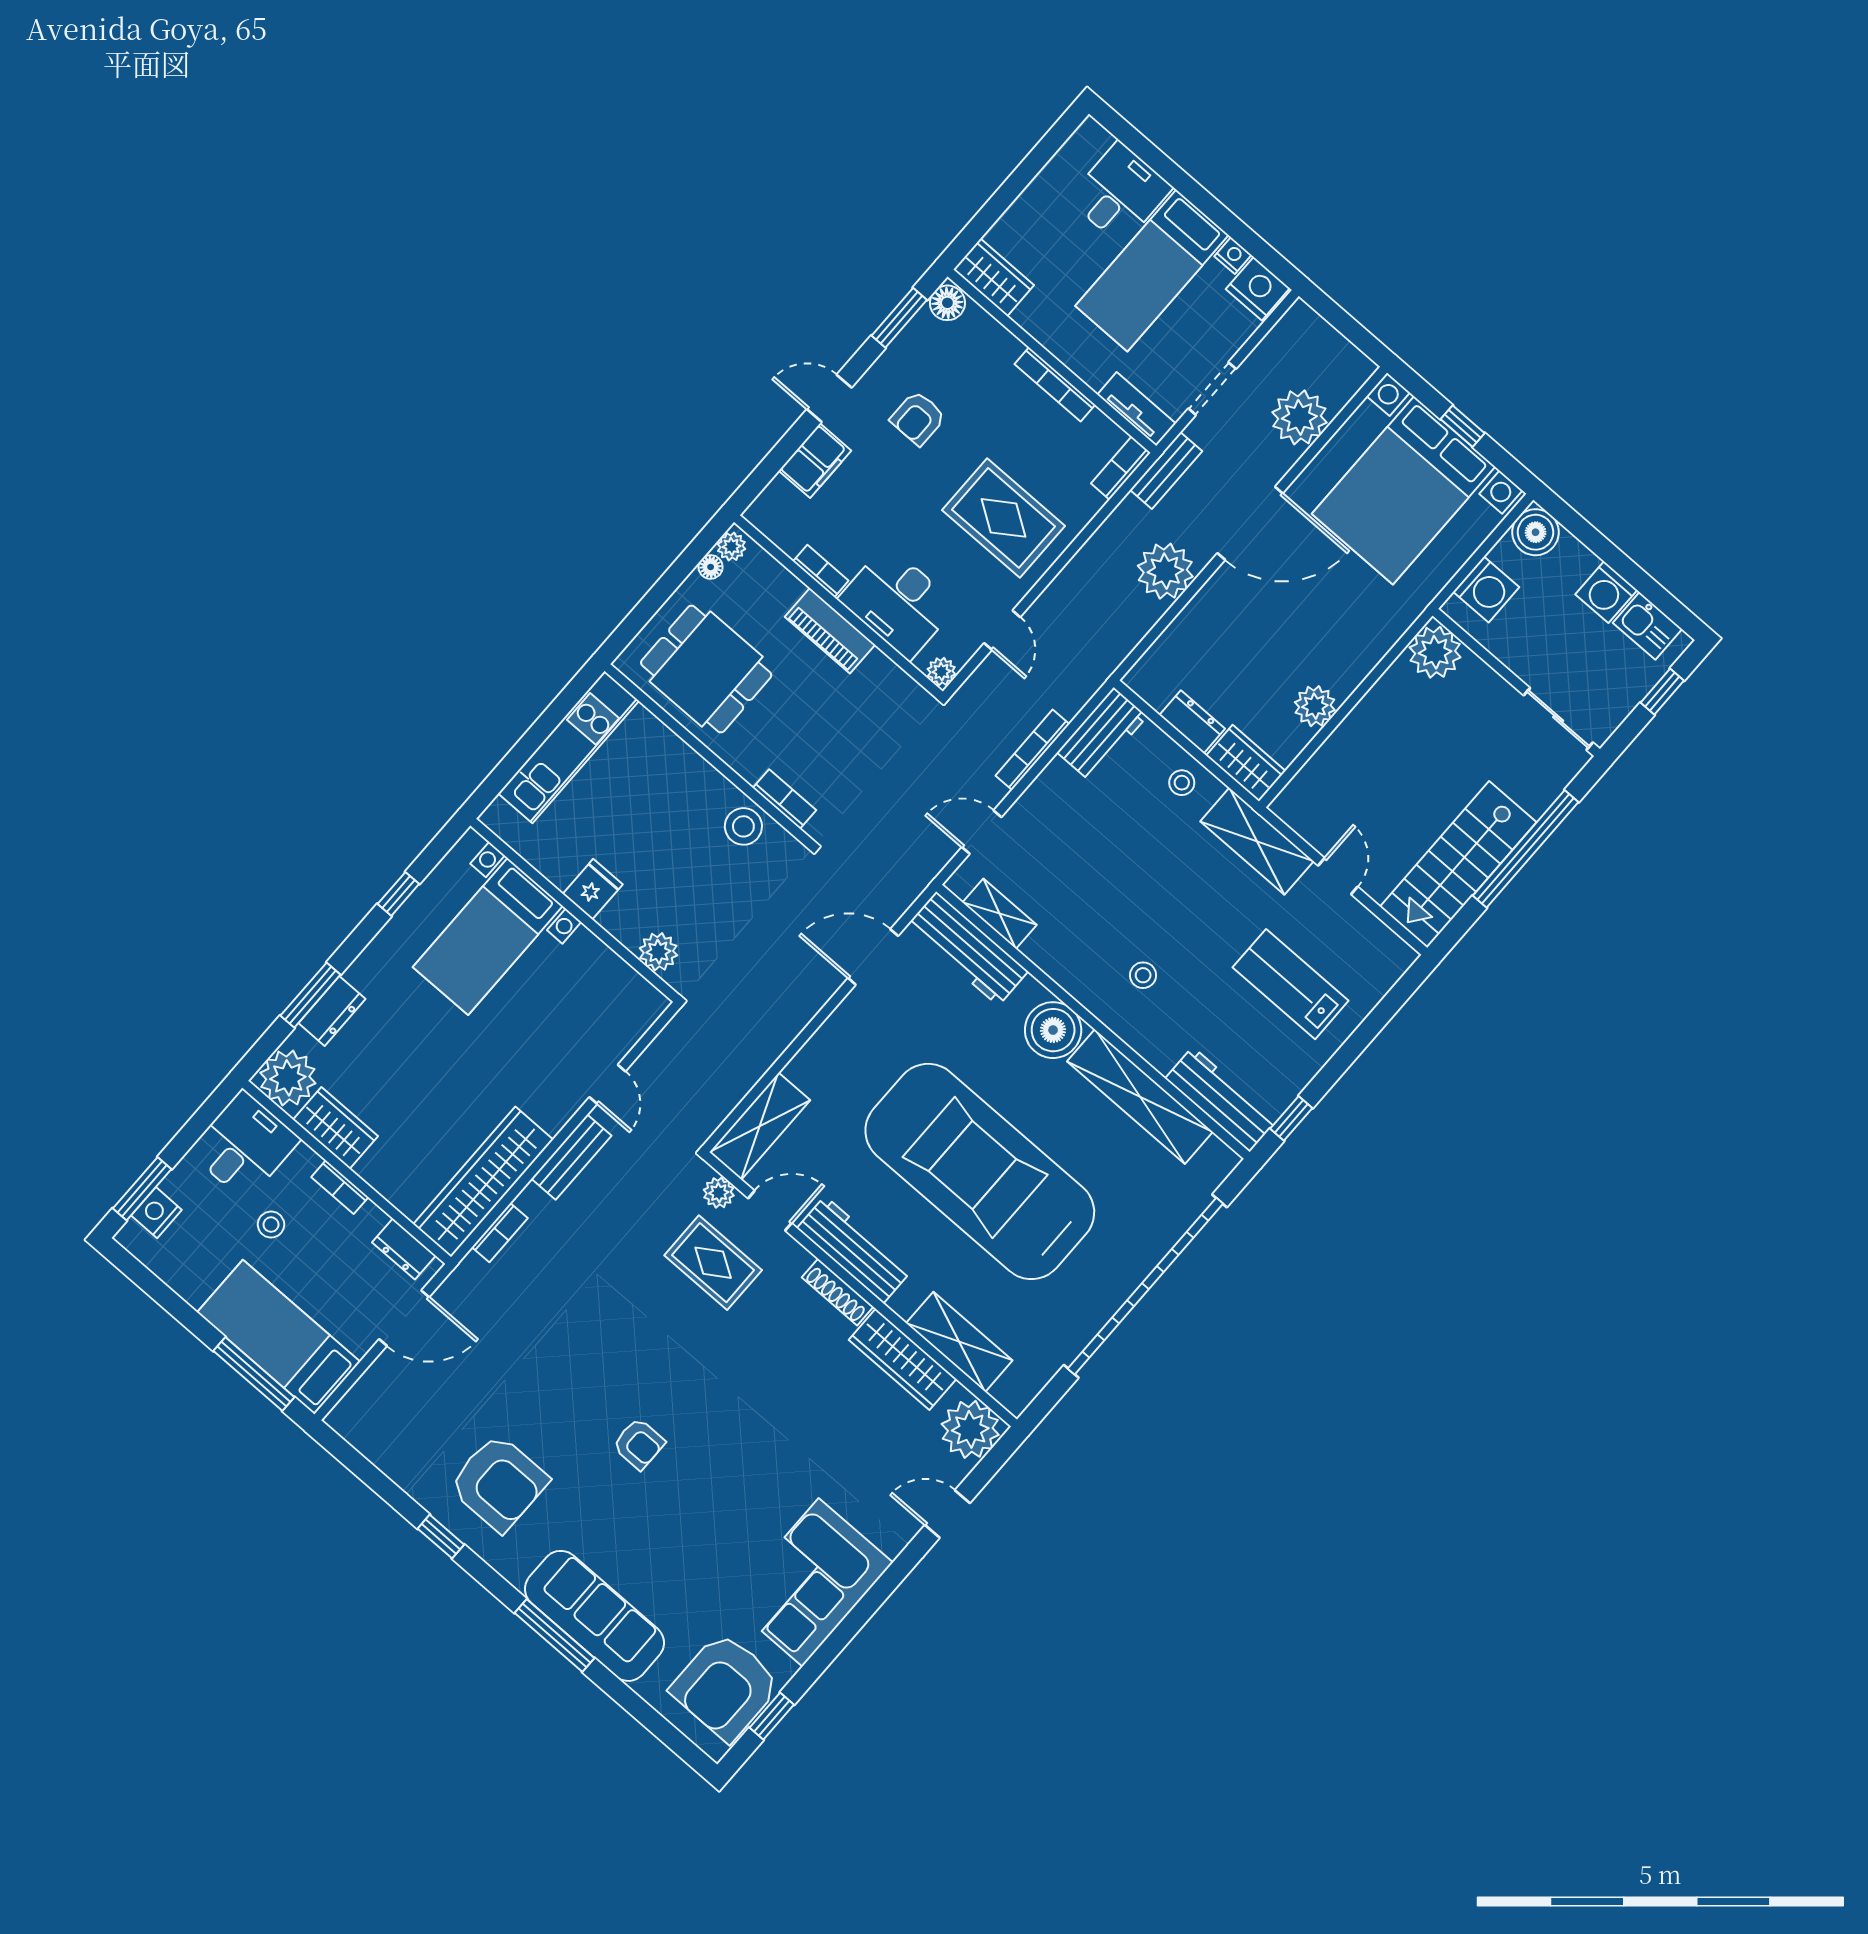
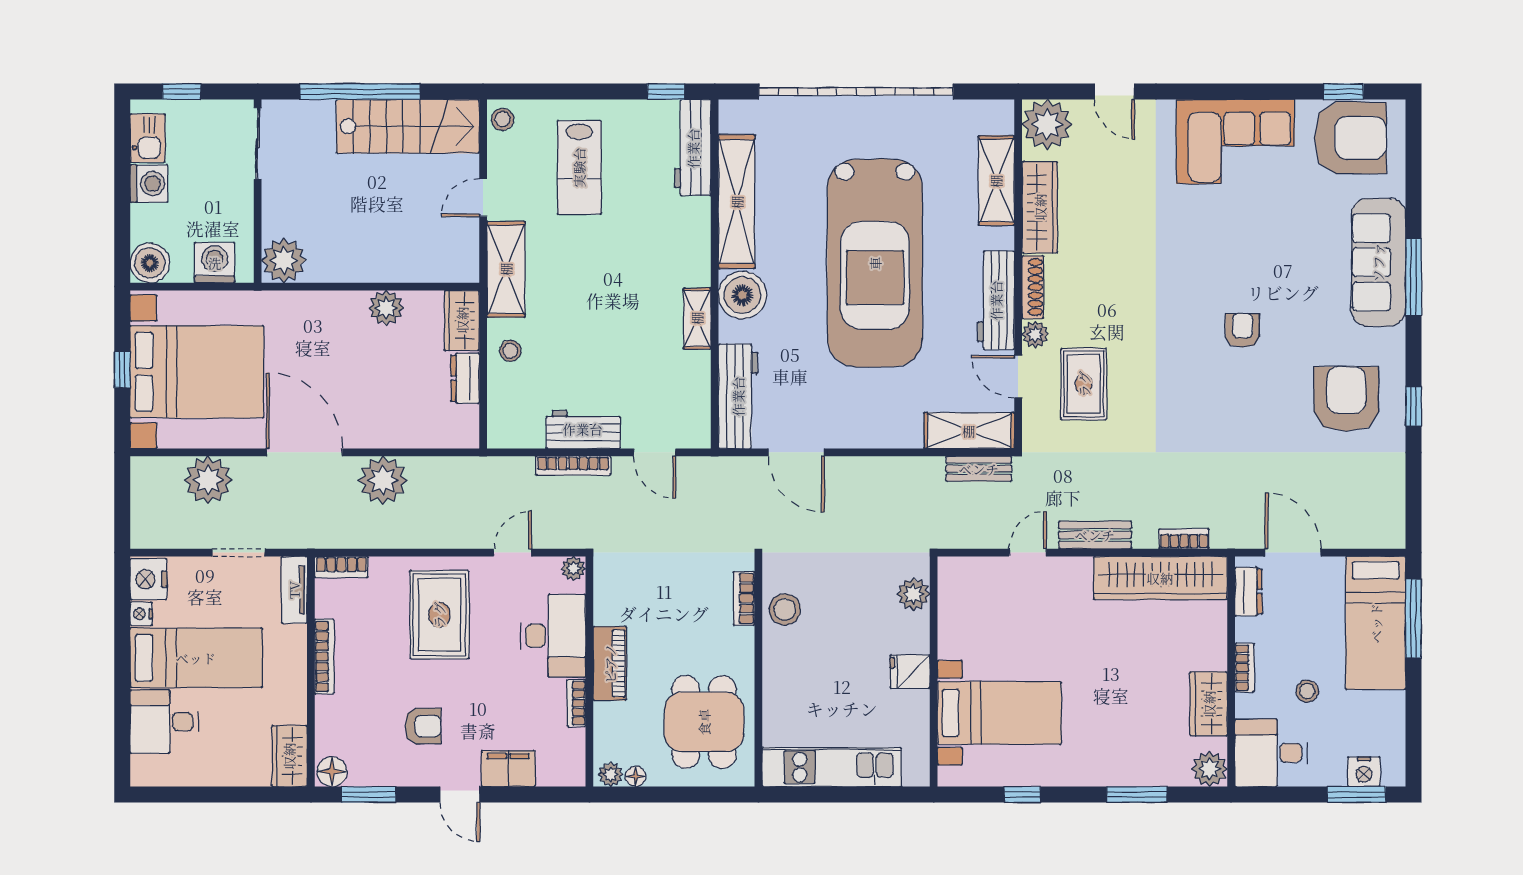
bench: (1166, 471) -> (979, 469), moved
workbench: (1102, 734) -> (583, 429), moved
shelving: (1000, 914) -> (697, 318), moved
stool: (1143, 975) -> (502, 119), moved
dresser: (332, 1011) -> (1135, 772), removed
plant: (288, 1078) -> (1210, 769), width x0.73, depth x0.73
plant: (719, 1193) -> (1035, 334), moved

